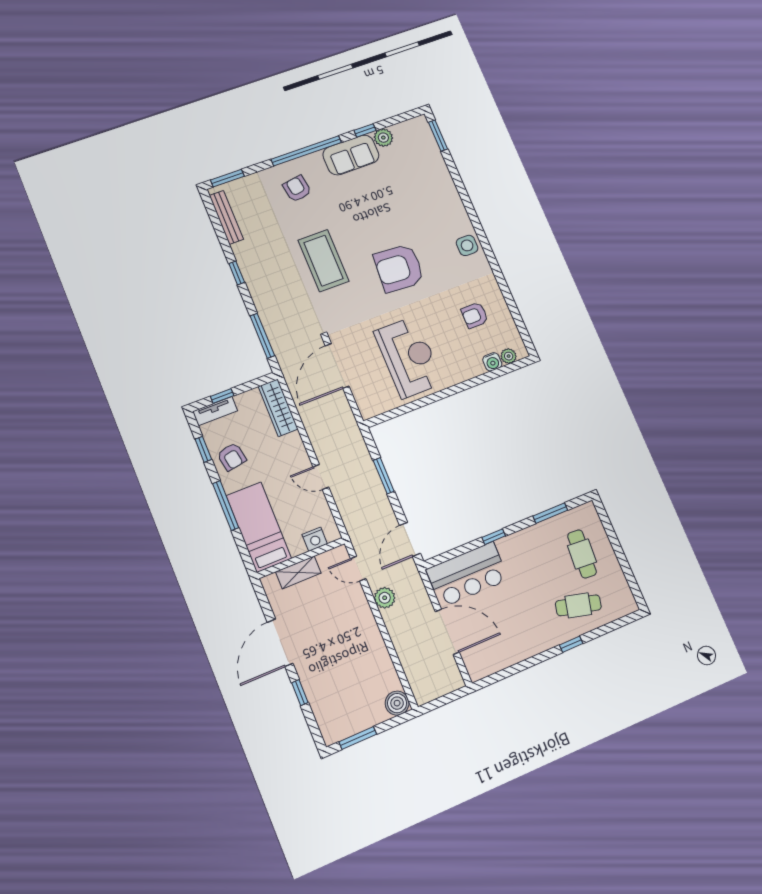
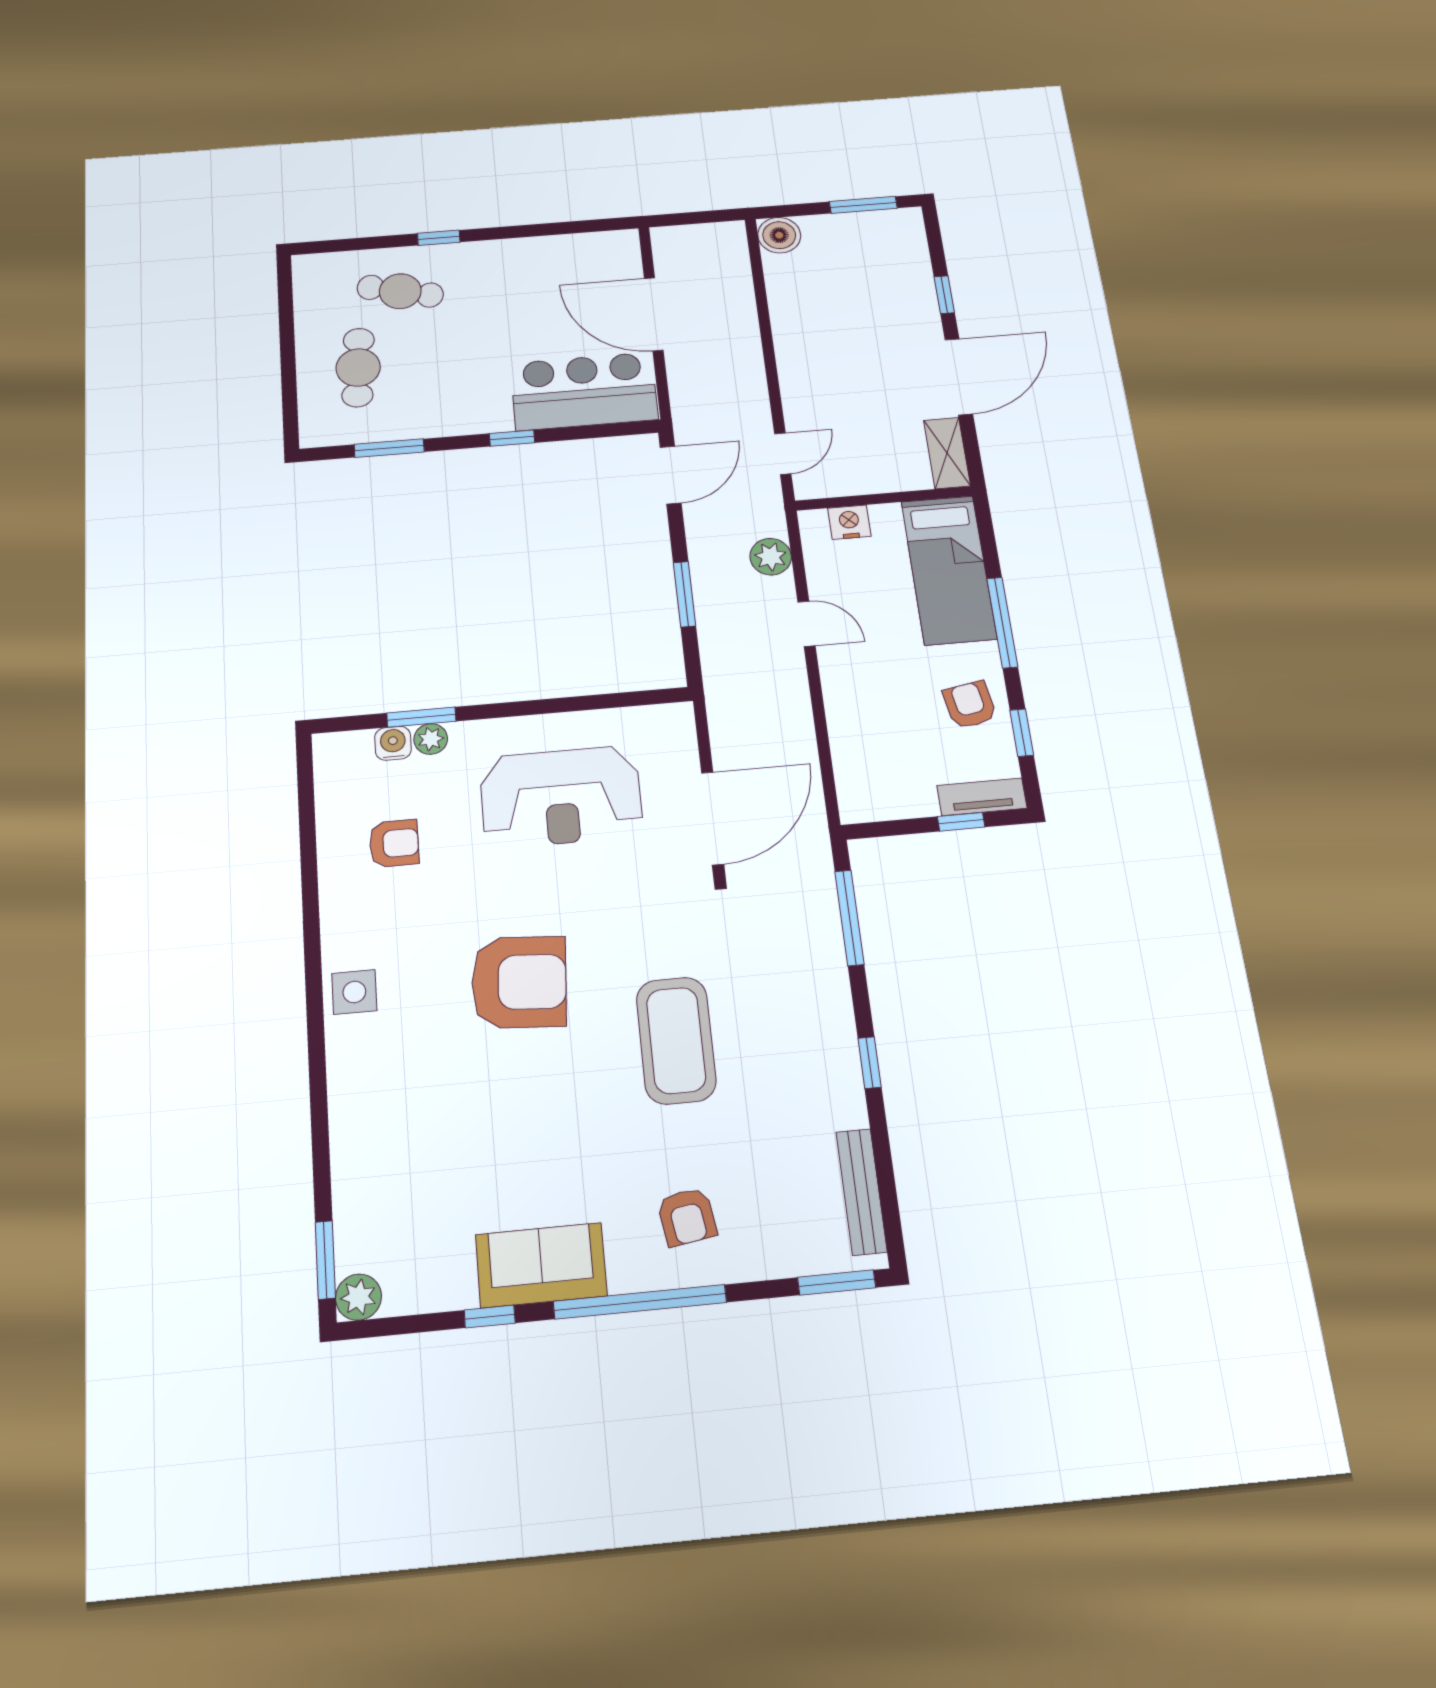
plant: (383, 138) -> (358, 1297), moved
plant: (509, 356) -> (431, 739), moved
reception desk: (409, 357) -> (561, 797), turned -90
window: (484, 378) -> (421, 717), added
wardrobe: (278, 408) -> (855, 770), removed
door: (358, 569) -> (783, 454), hinge flipped
shelving: (298, 572) -> (947, 453), moved, turned 90
plant: (385, 598) -> (771, 557), moved

